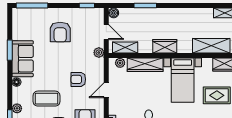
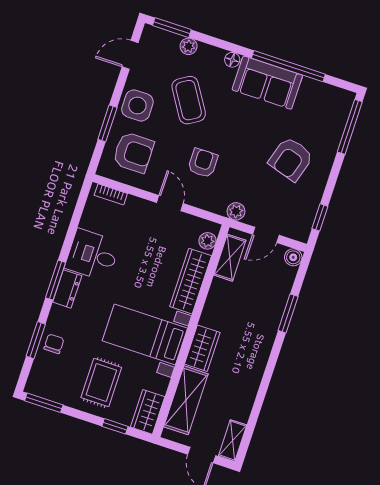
armchair: (60, 32) -> (291, 159), turned -73
wardrobe: (165, 46) -> (202, 348), moved
window: (10, 50) -> (288, 66), width x2.11
coffee table: (46, 99) -> (189, 100), turned -32

